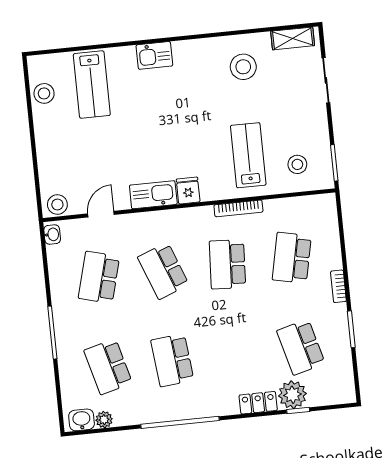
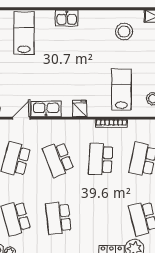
lab bench: (92, 85) -> (24, 33), turned 180
kitchen sink: (153, 195) -> (46, 109), moved

